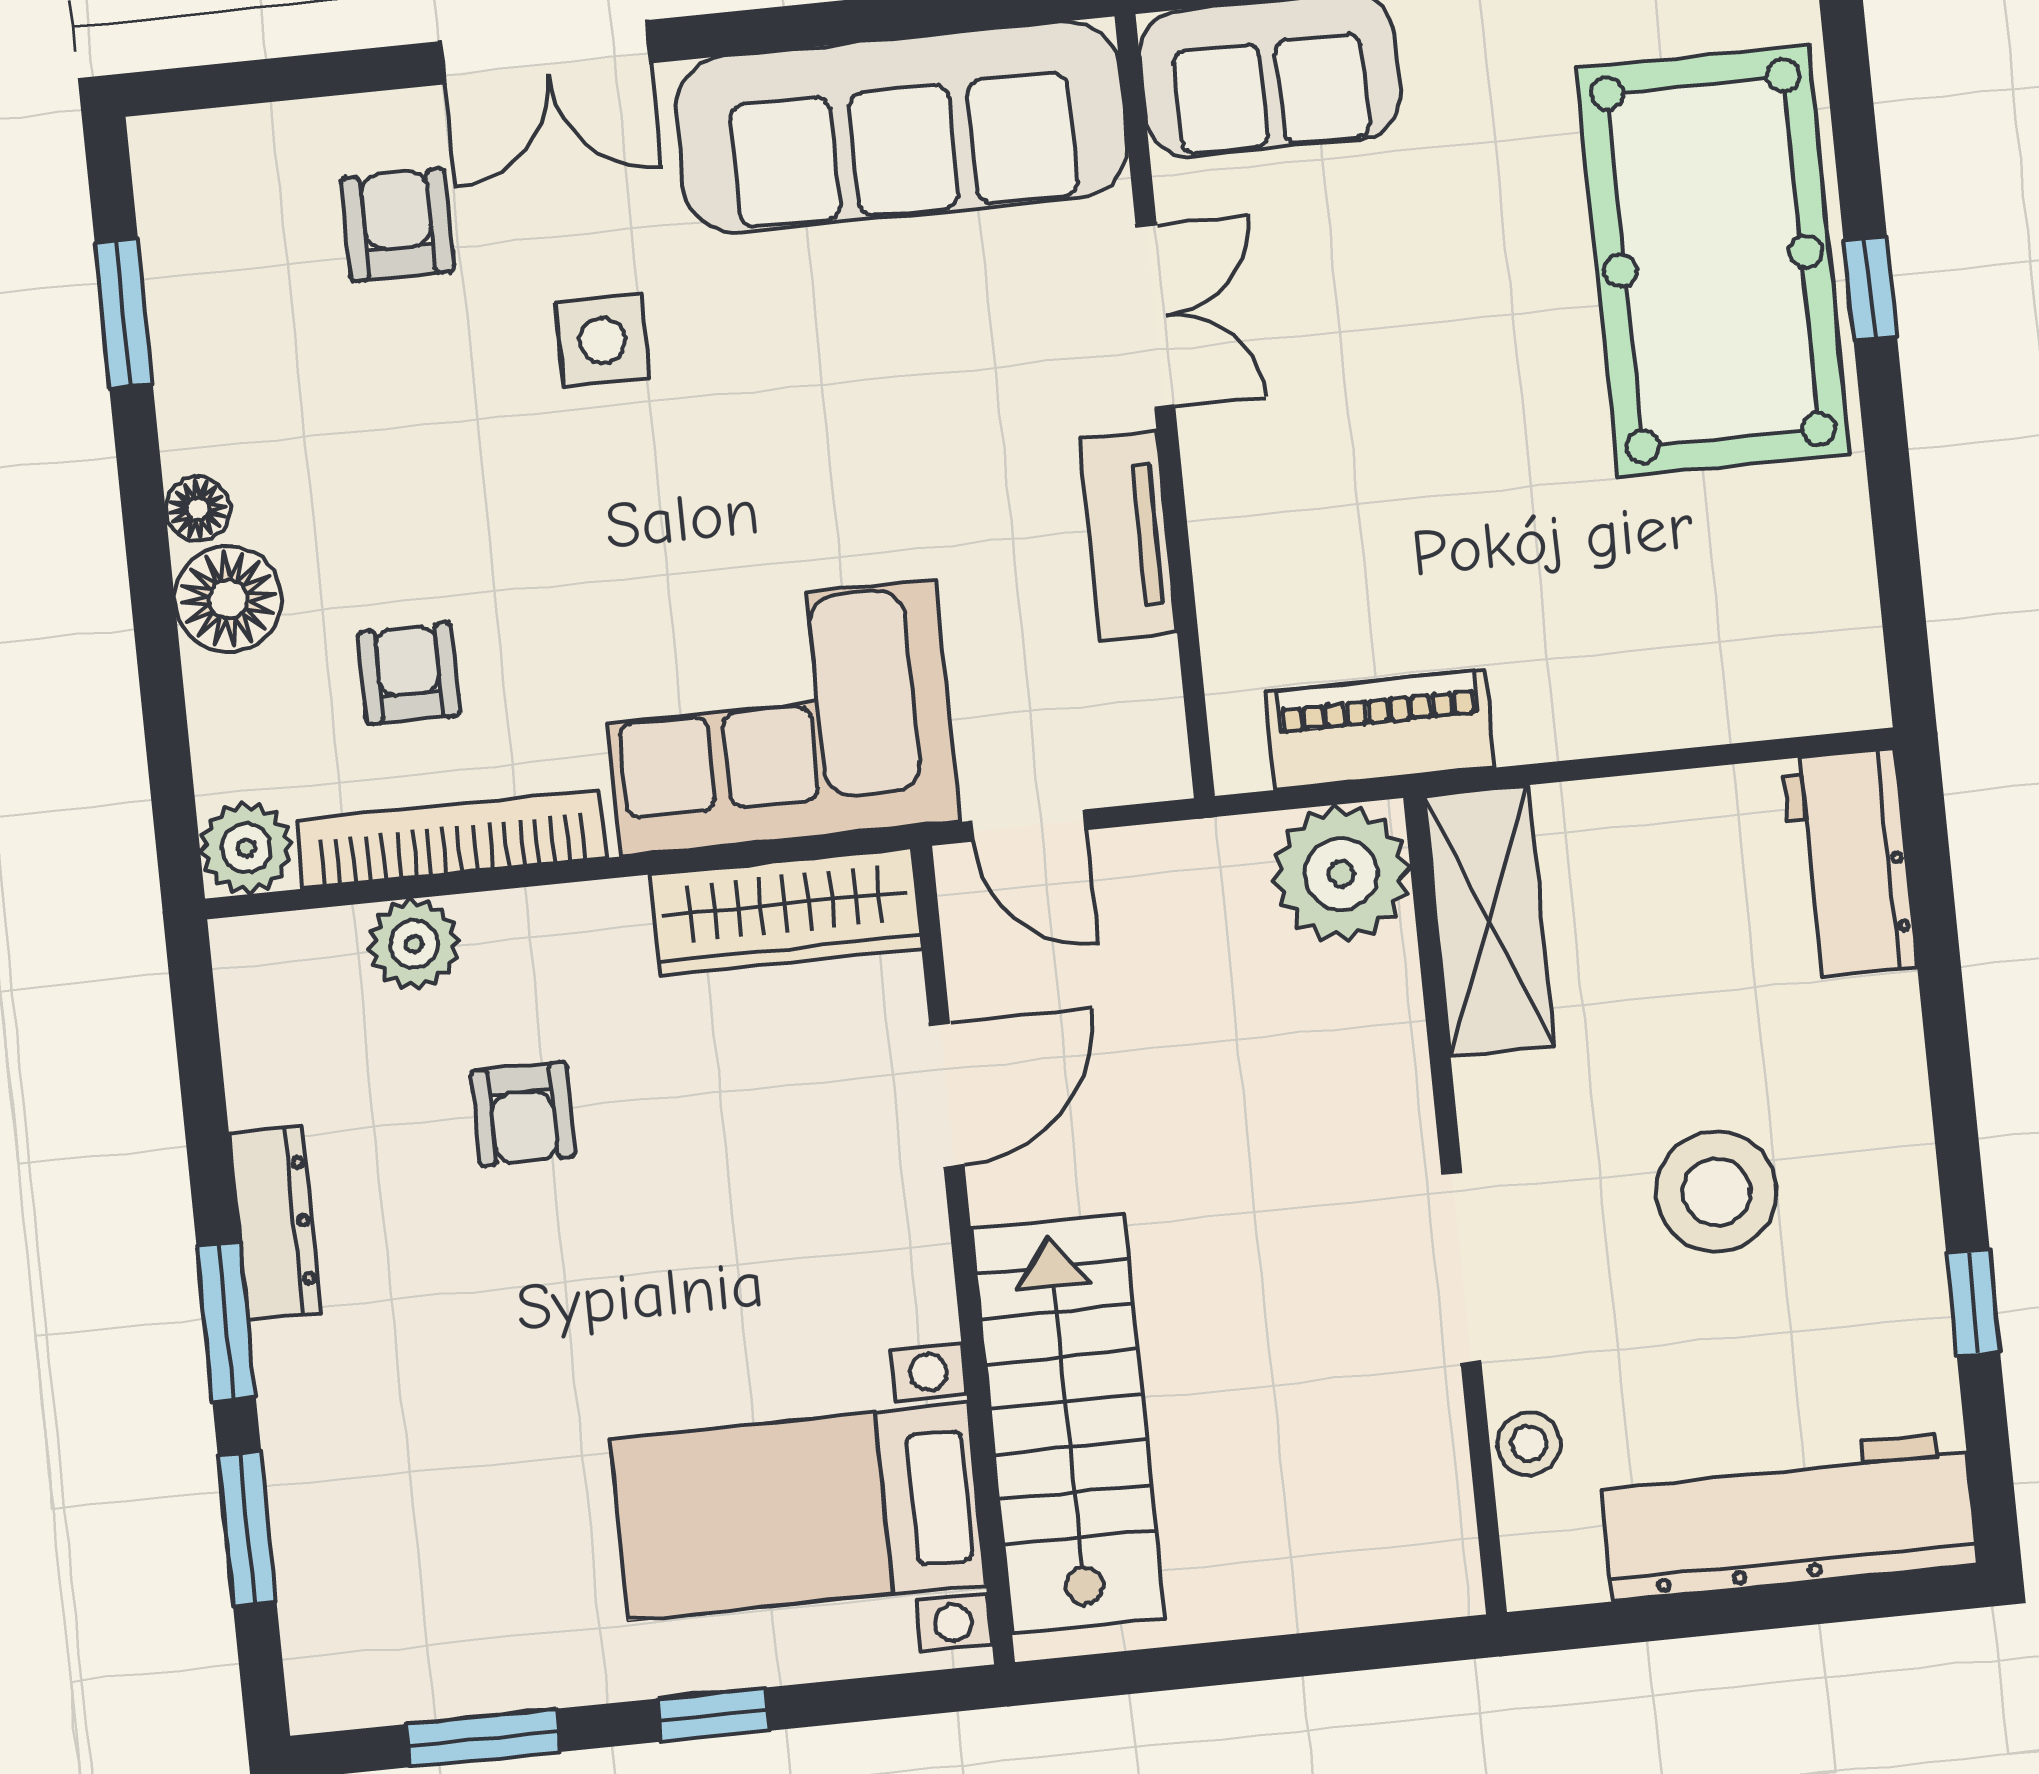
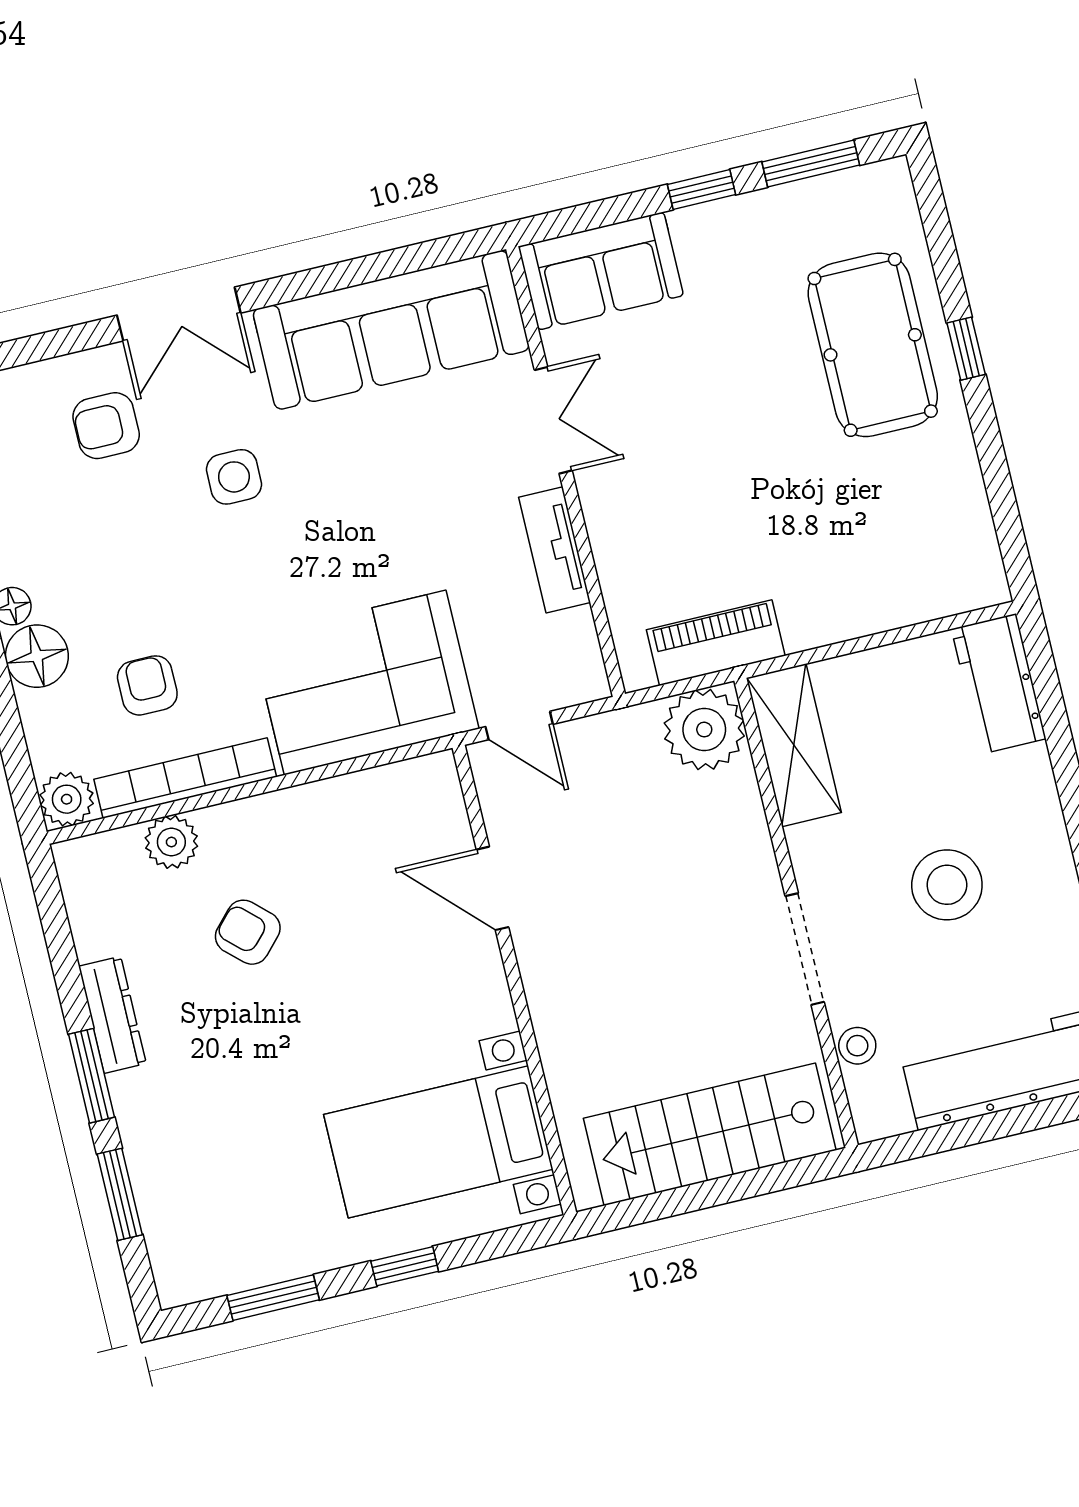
armchair: (398, 225) -> (106, 426), turned -90
pool table: (1713, 261) -> (873, 345), width x0.73, depth x0.76
wardrobe: (786, 912) -> (385, 794), removed
door: (947, 1095) -> (492, 888), swing flipped
armchair: (523, 1114) -> (248, 932), turned 133
stairs: (1068, 1424) -> (710, 1134), moved, turned -90

